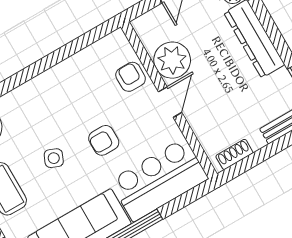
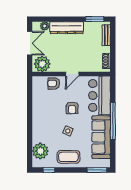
plant: (172, 60) -> (42, 64), moved
door: (170, 102) -> (72, 74), swing flipped

